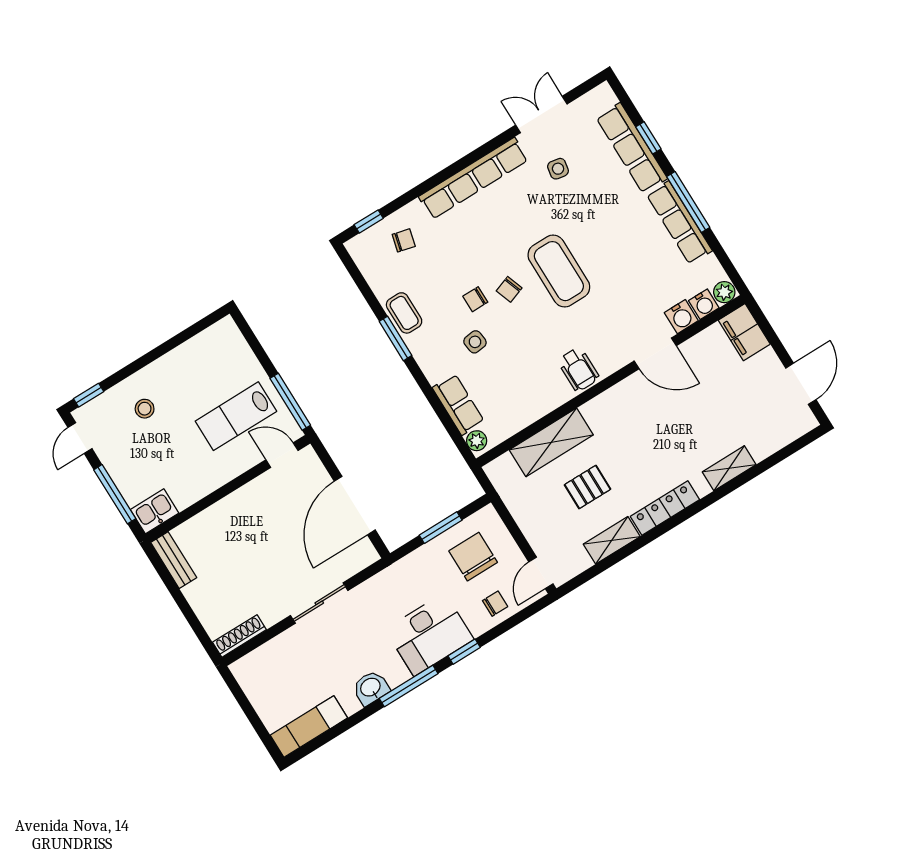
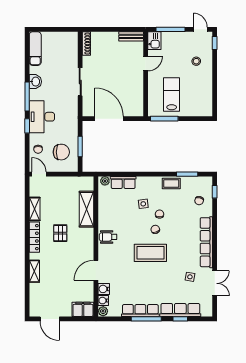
window: (395, 338) -> (187, 174), moved
door: (282, 455) -> (146, 63), moved
pallet: (588, 487) -> (60, 233), moved

